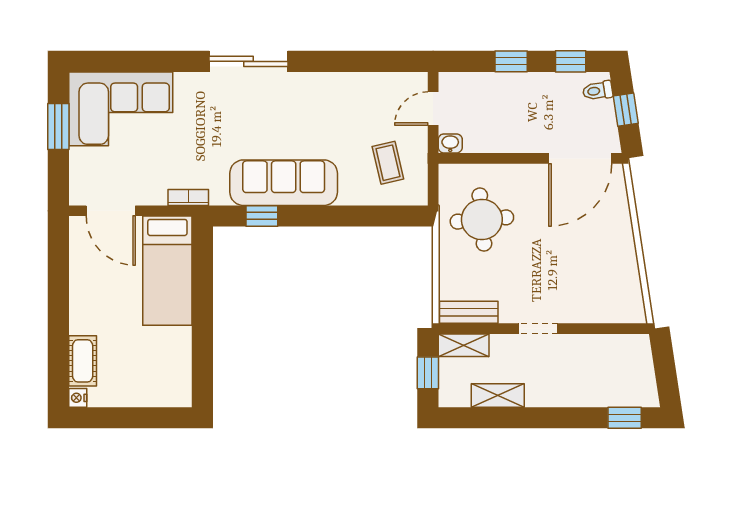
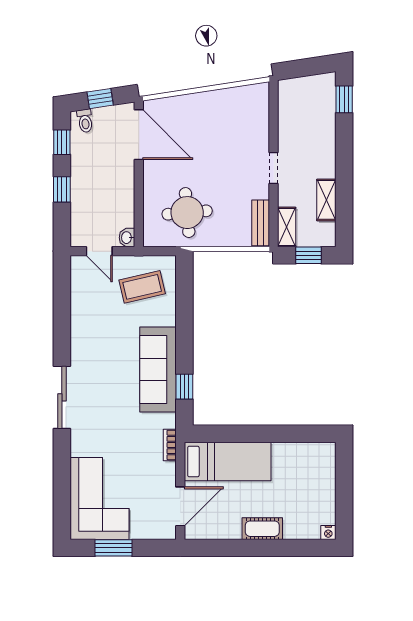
coffee table: (388, 163) -> (142, 287), width x1.36, depth x1.30
cot: (83, 361) -> (262, 529), moved

